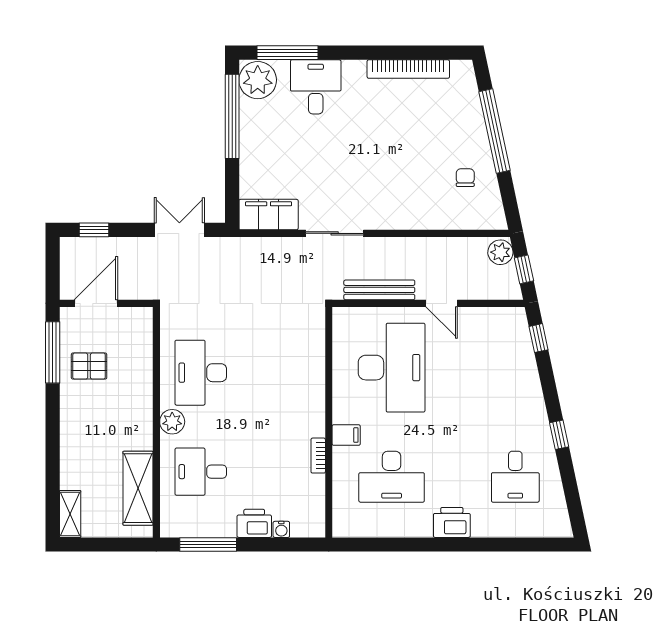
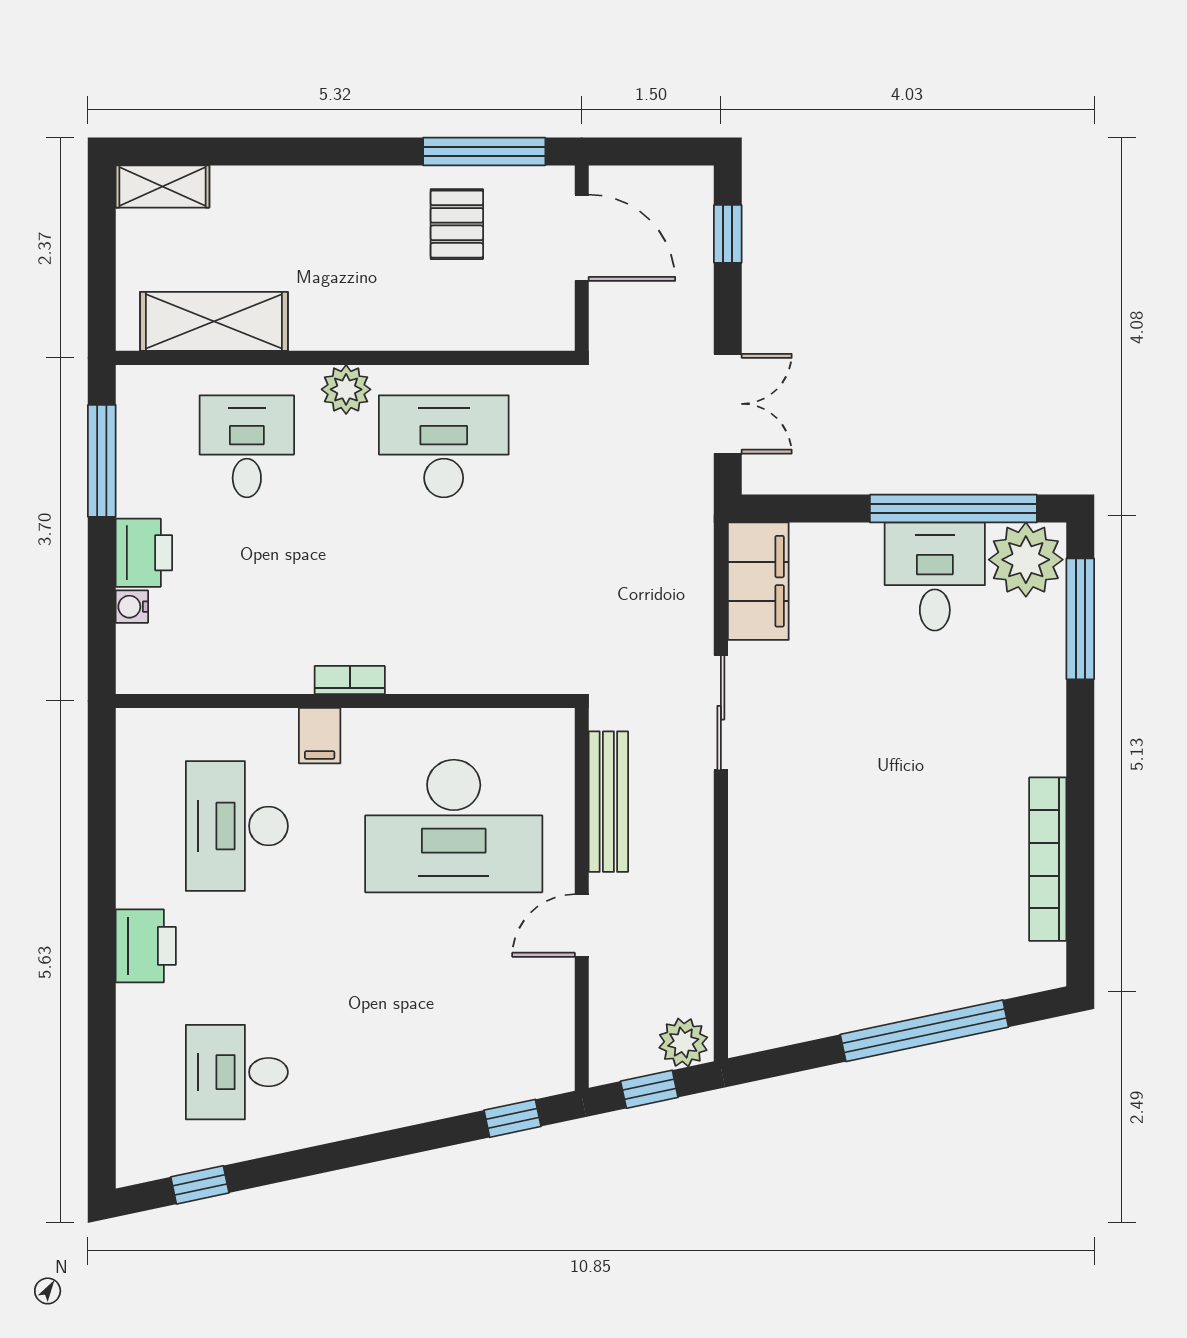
desk: (316, 87) -> (935, 576), moved, turned -90
chair: (465, 178) -> (832, 972), removed
window: (559, 435) -> (200, 1185), moved
bookcase: (318, 456) -> (350, 680), moved

